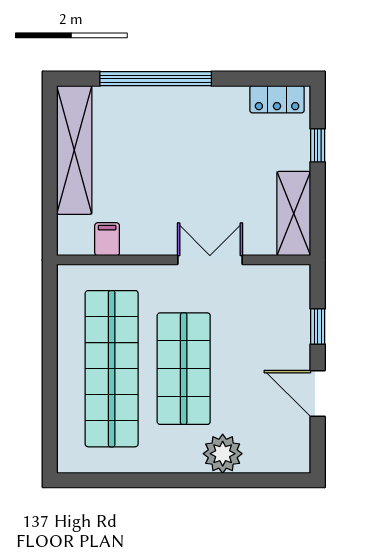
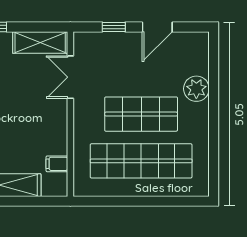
double door: (210, 260) -> (70, 77), moved

